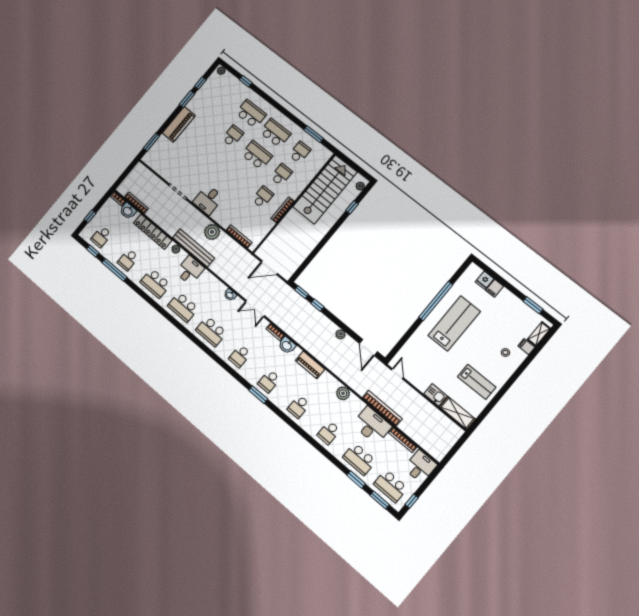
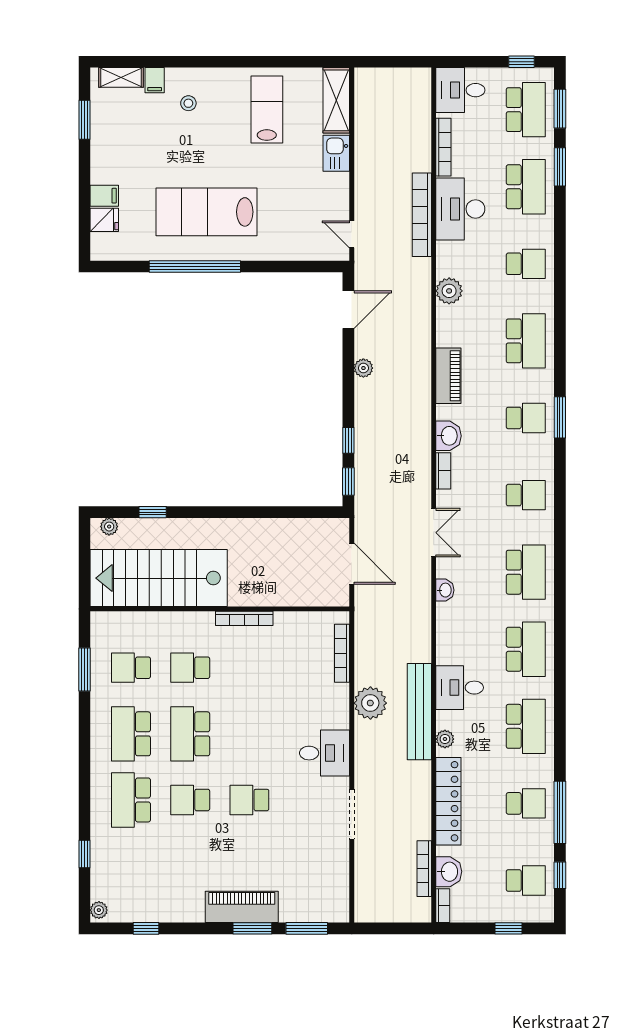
window: (187, 99) -> (252, 928), moved
school desk: (263, 197) -> (249, 800), moved
door: (397, 374) -> (352, 234), hinge flipped
school desk: (299, 407) -> (526, 341), width x1.85

